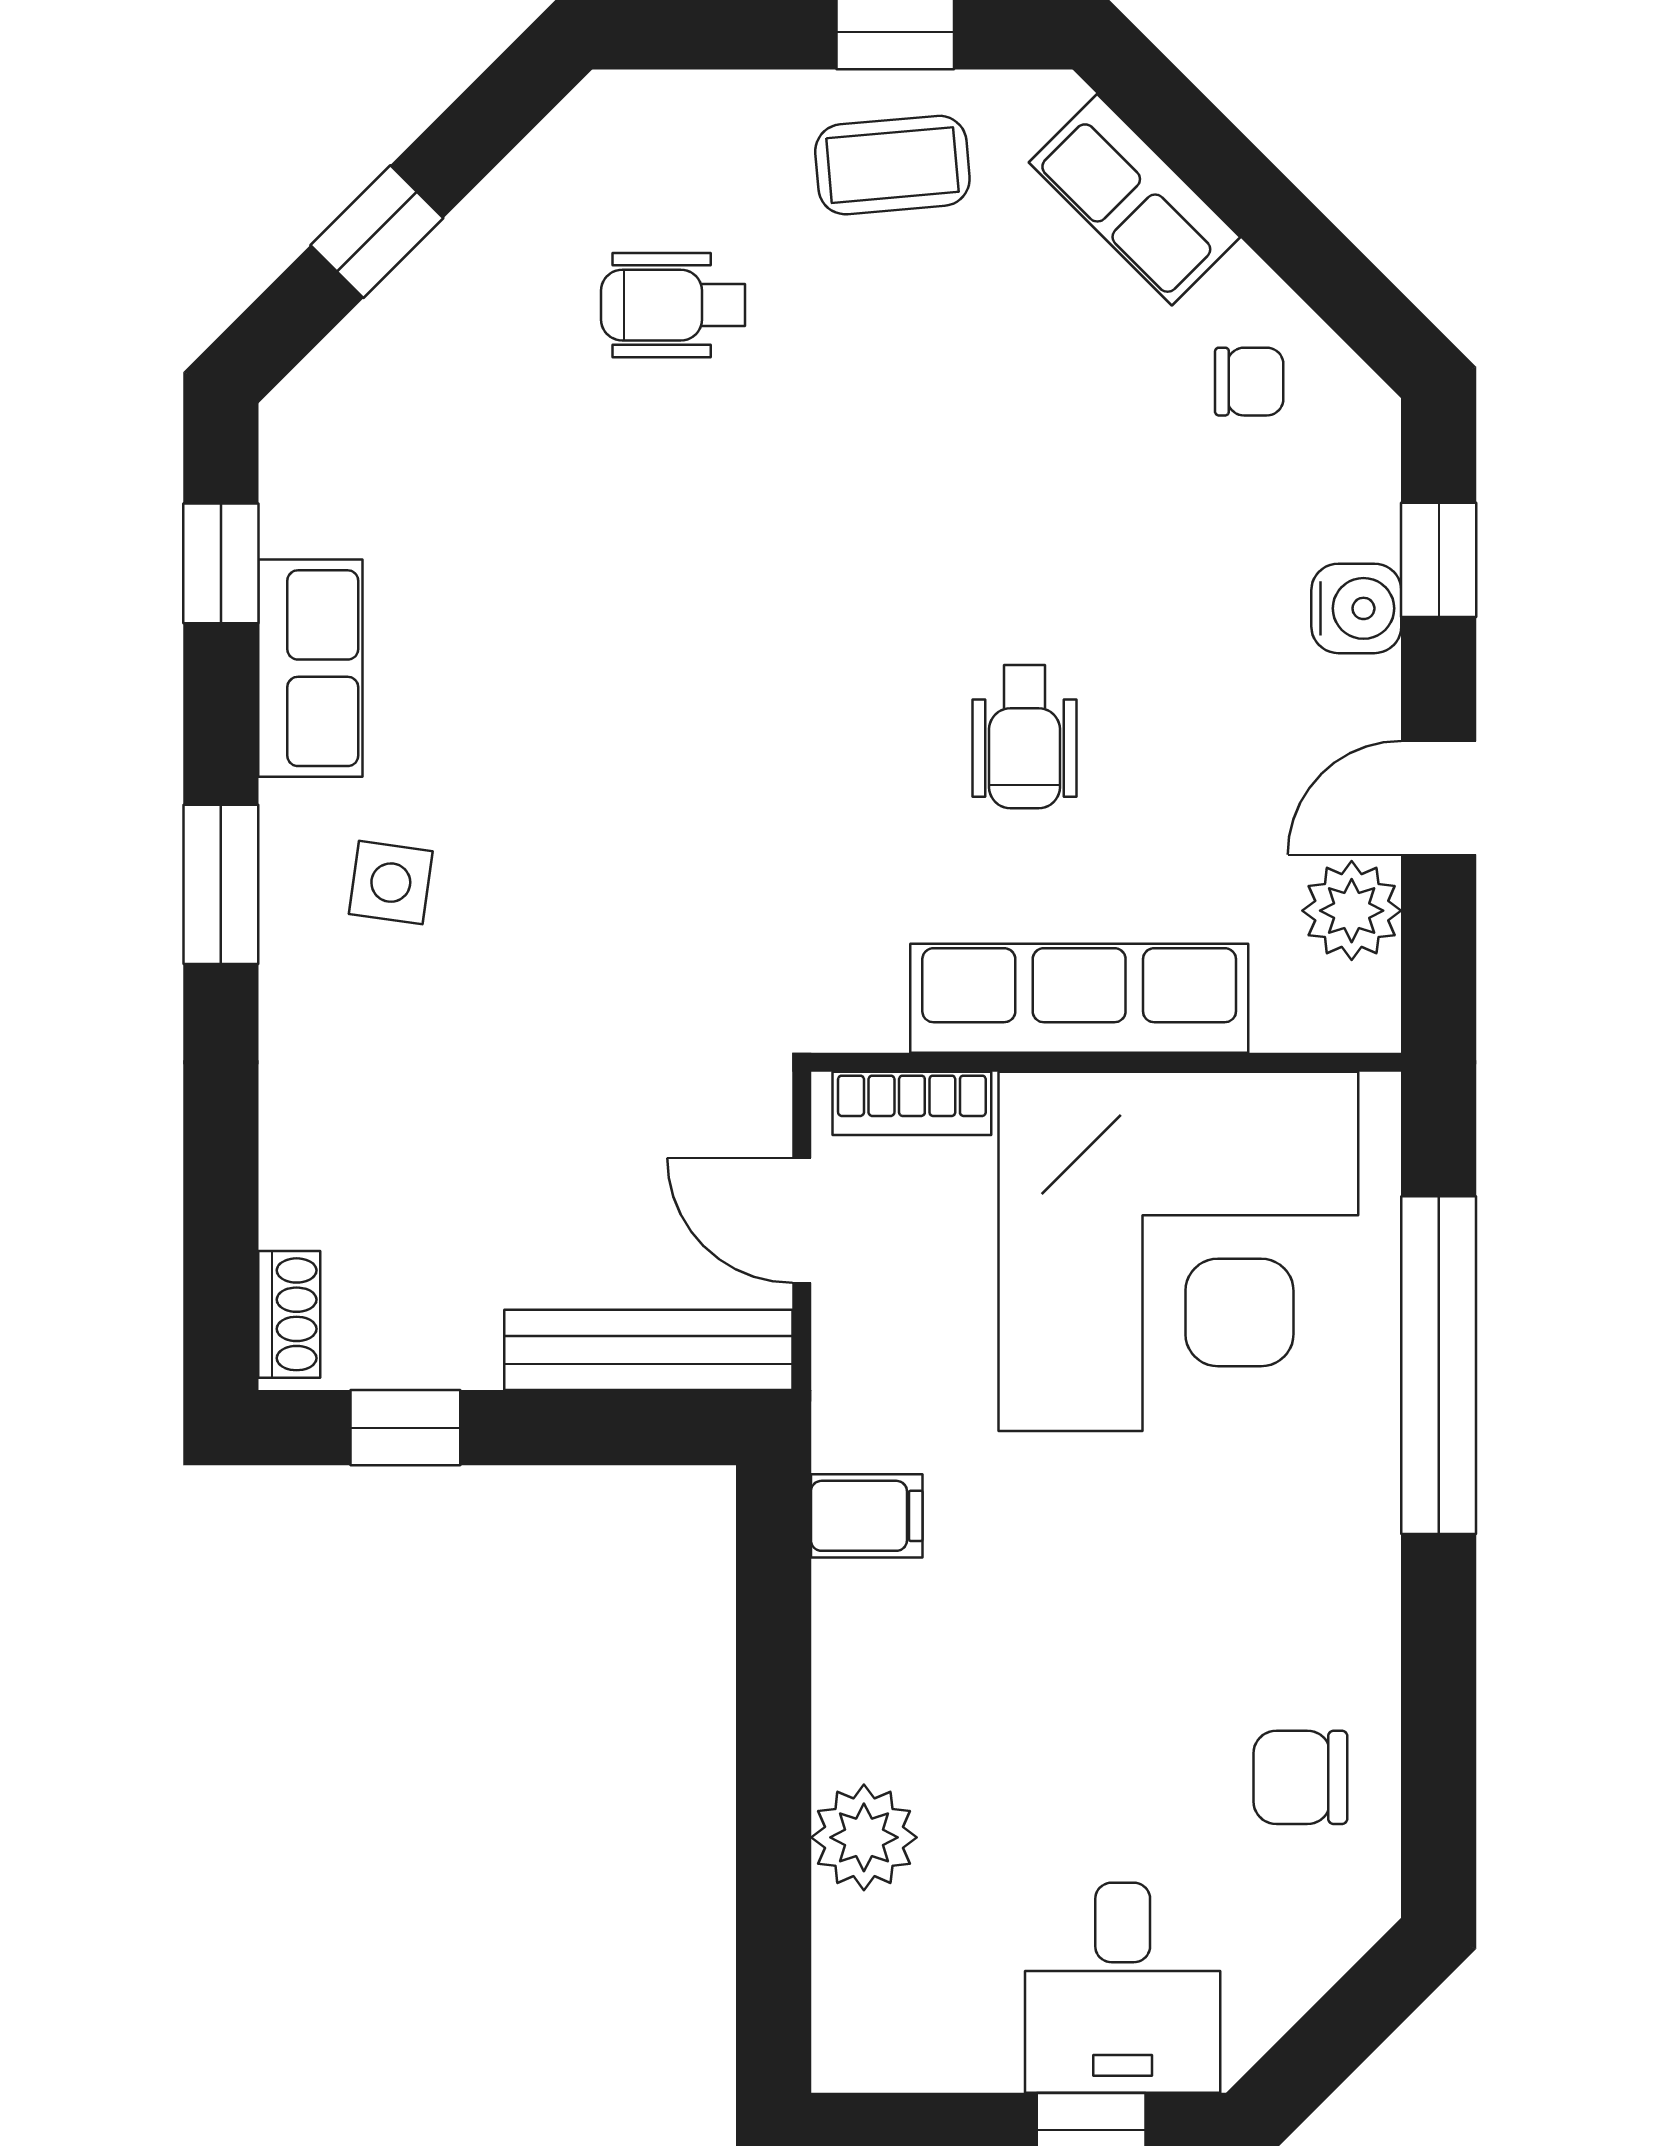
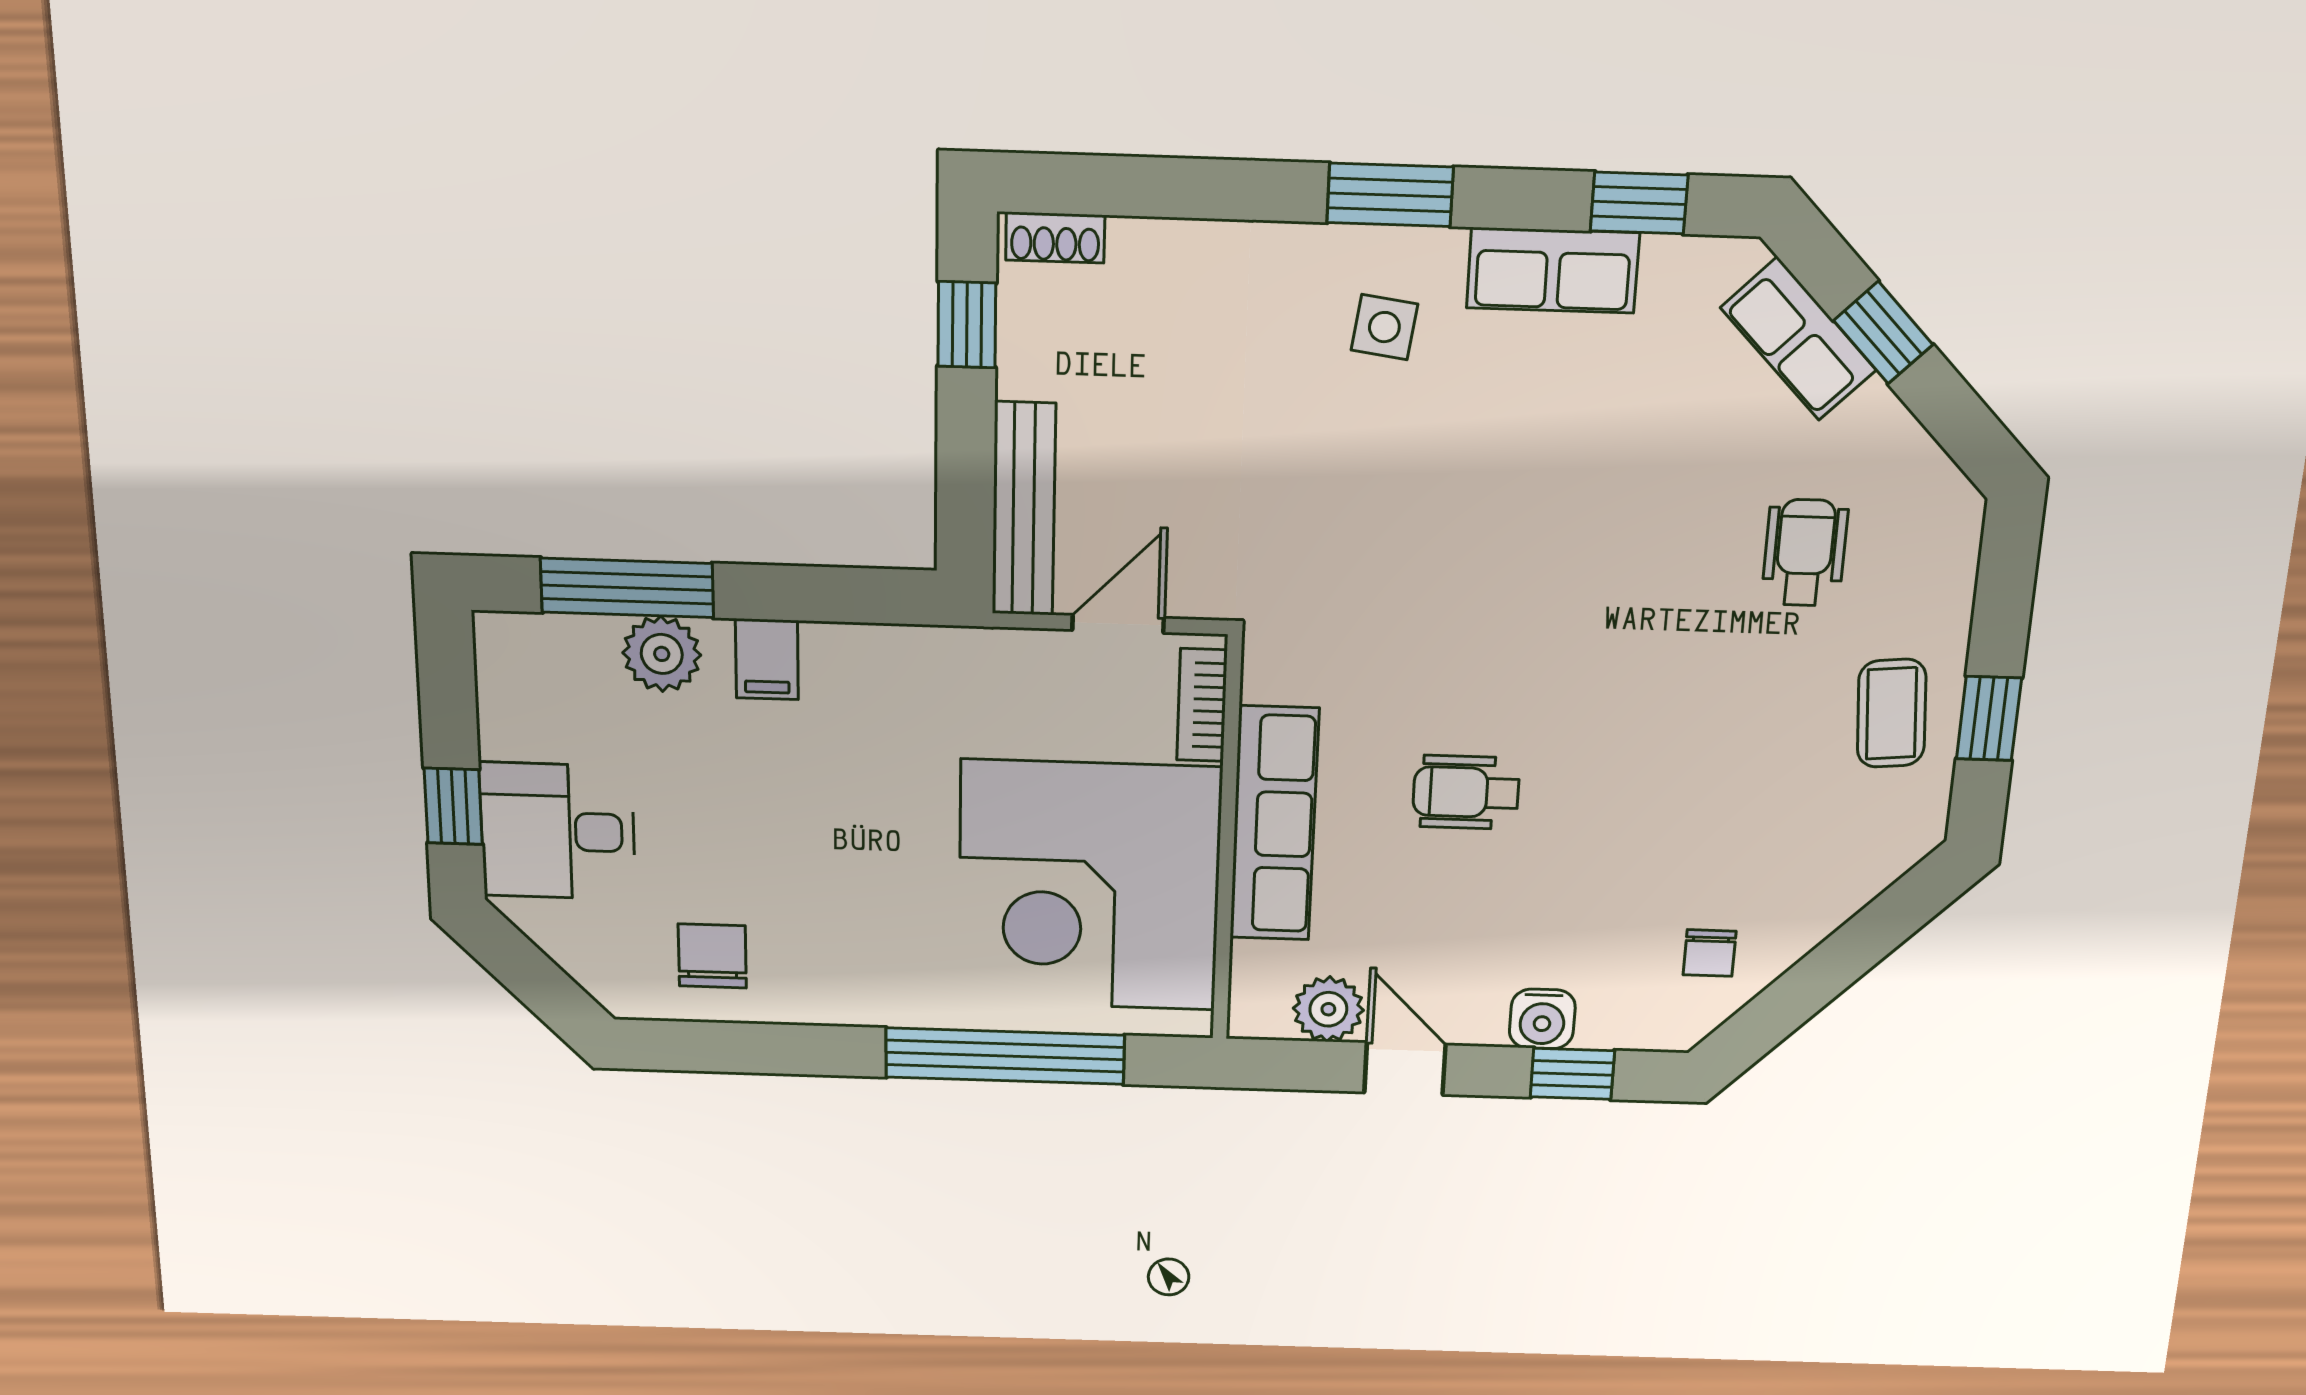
row of seats: (1134, 200) -> (1799, 339), moved, turned -90
filing cabinet: (867, 1516) -> (767, 659), moved
window: (774, 1882) -> (627, 588), added

